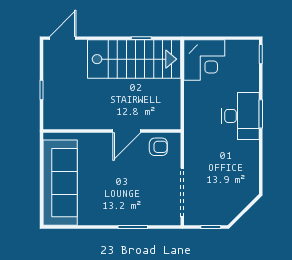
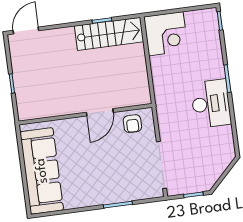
stairs: (134, 59) -> (109, 34), width x0.73, depth x0.66
desk: (241, 116) -> (211, 104), moved
armchair: (158, 147) -> (132, 124), turned 90

